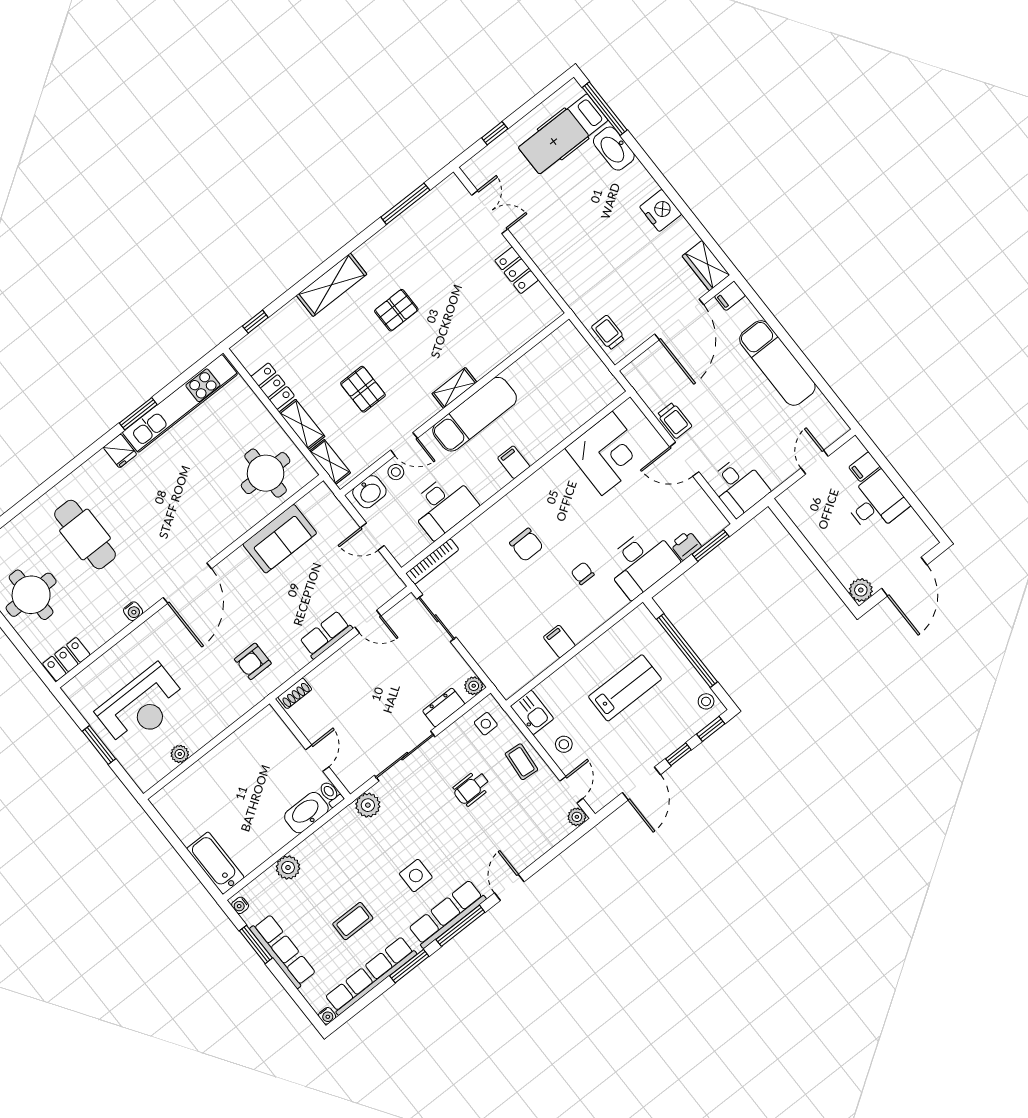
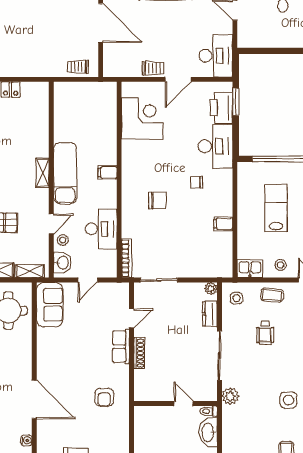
desk: (739, 486) -> (216, 56), width x1.37
sofa: (280, 539) -> (50, 305), moved
printer: (686, 545) -> (221, 108), width x1.87, depth x1.48
shoe rack: (295, 693) -> (139, 353), moved, width x1.43

